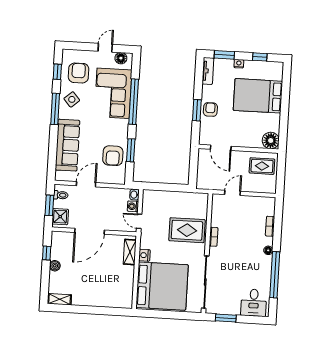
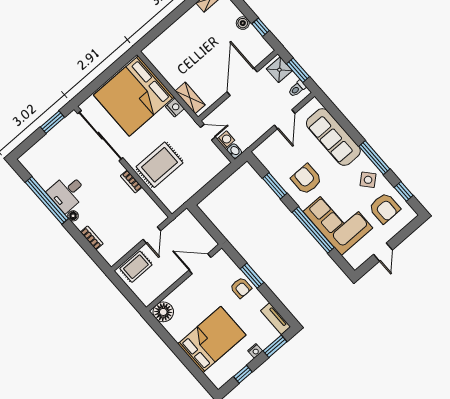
floor lamp: (121, 58) -> (361, 256), removed
armchair: (113, 156) -> (306, 179), moved
rug: (262, 166) -> (136, 267), moved
desk: (254, 303) -> (67, 193), moved, turned -90

